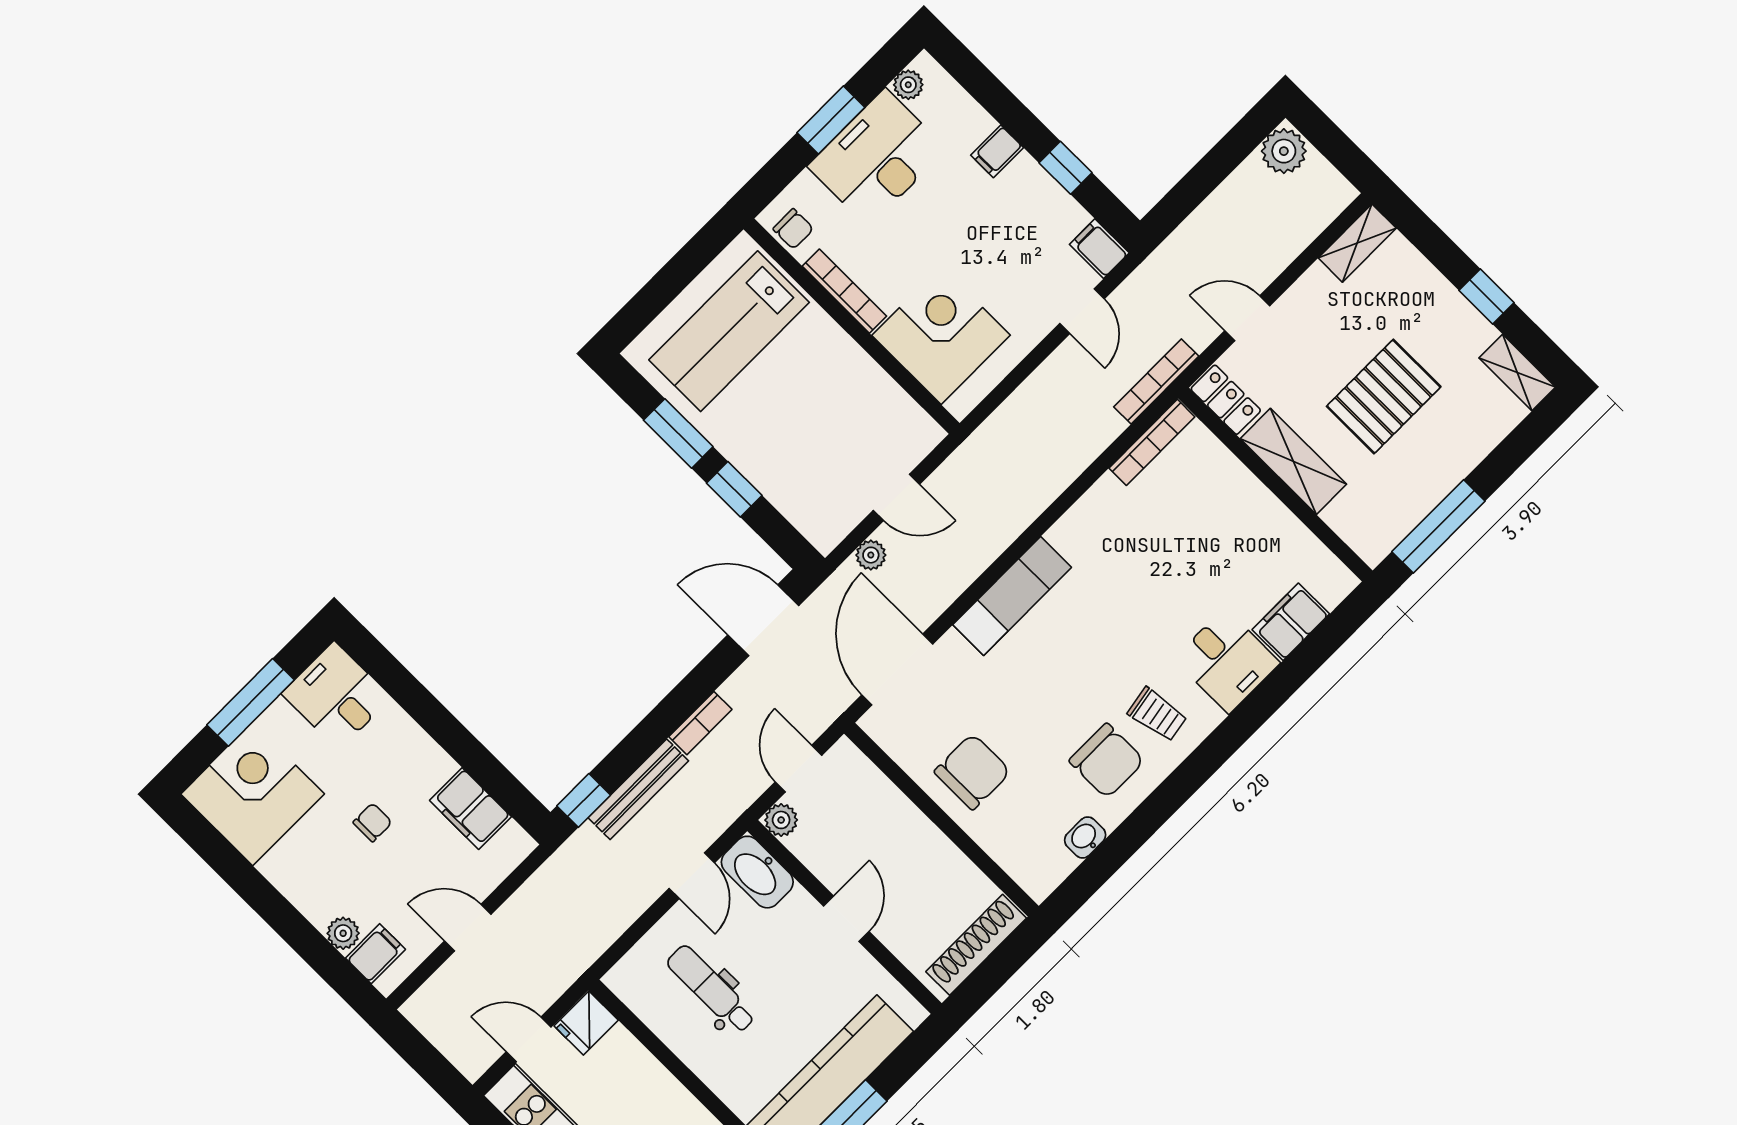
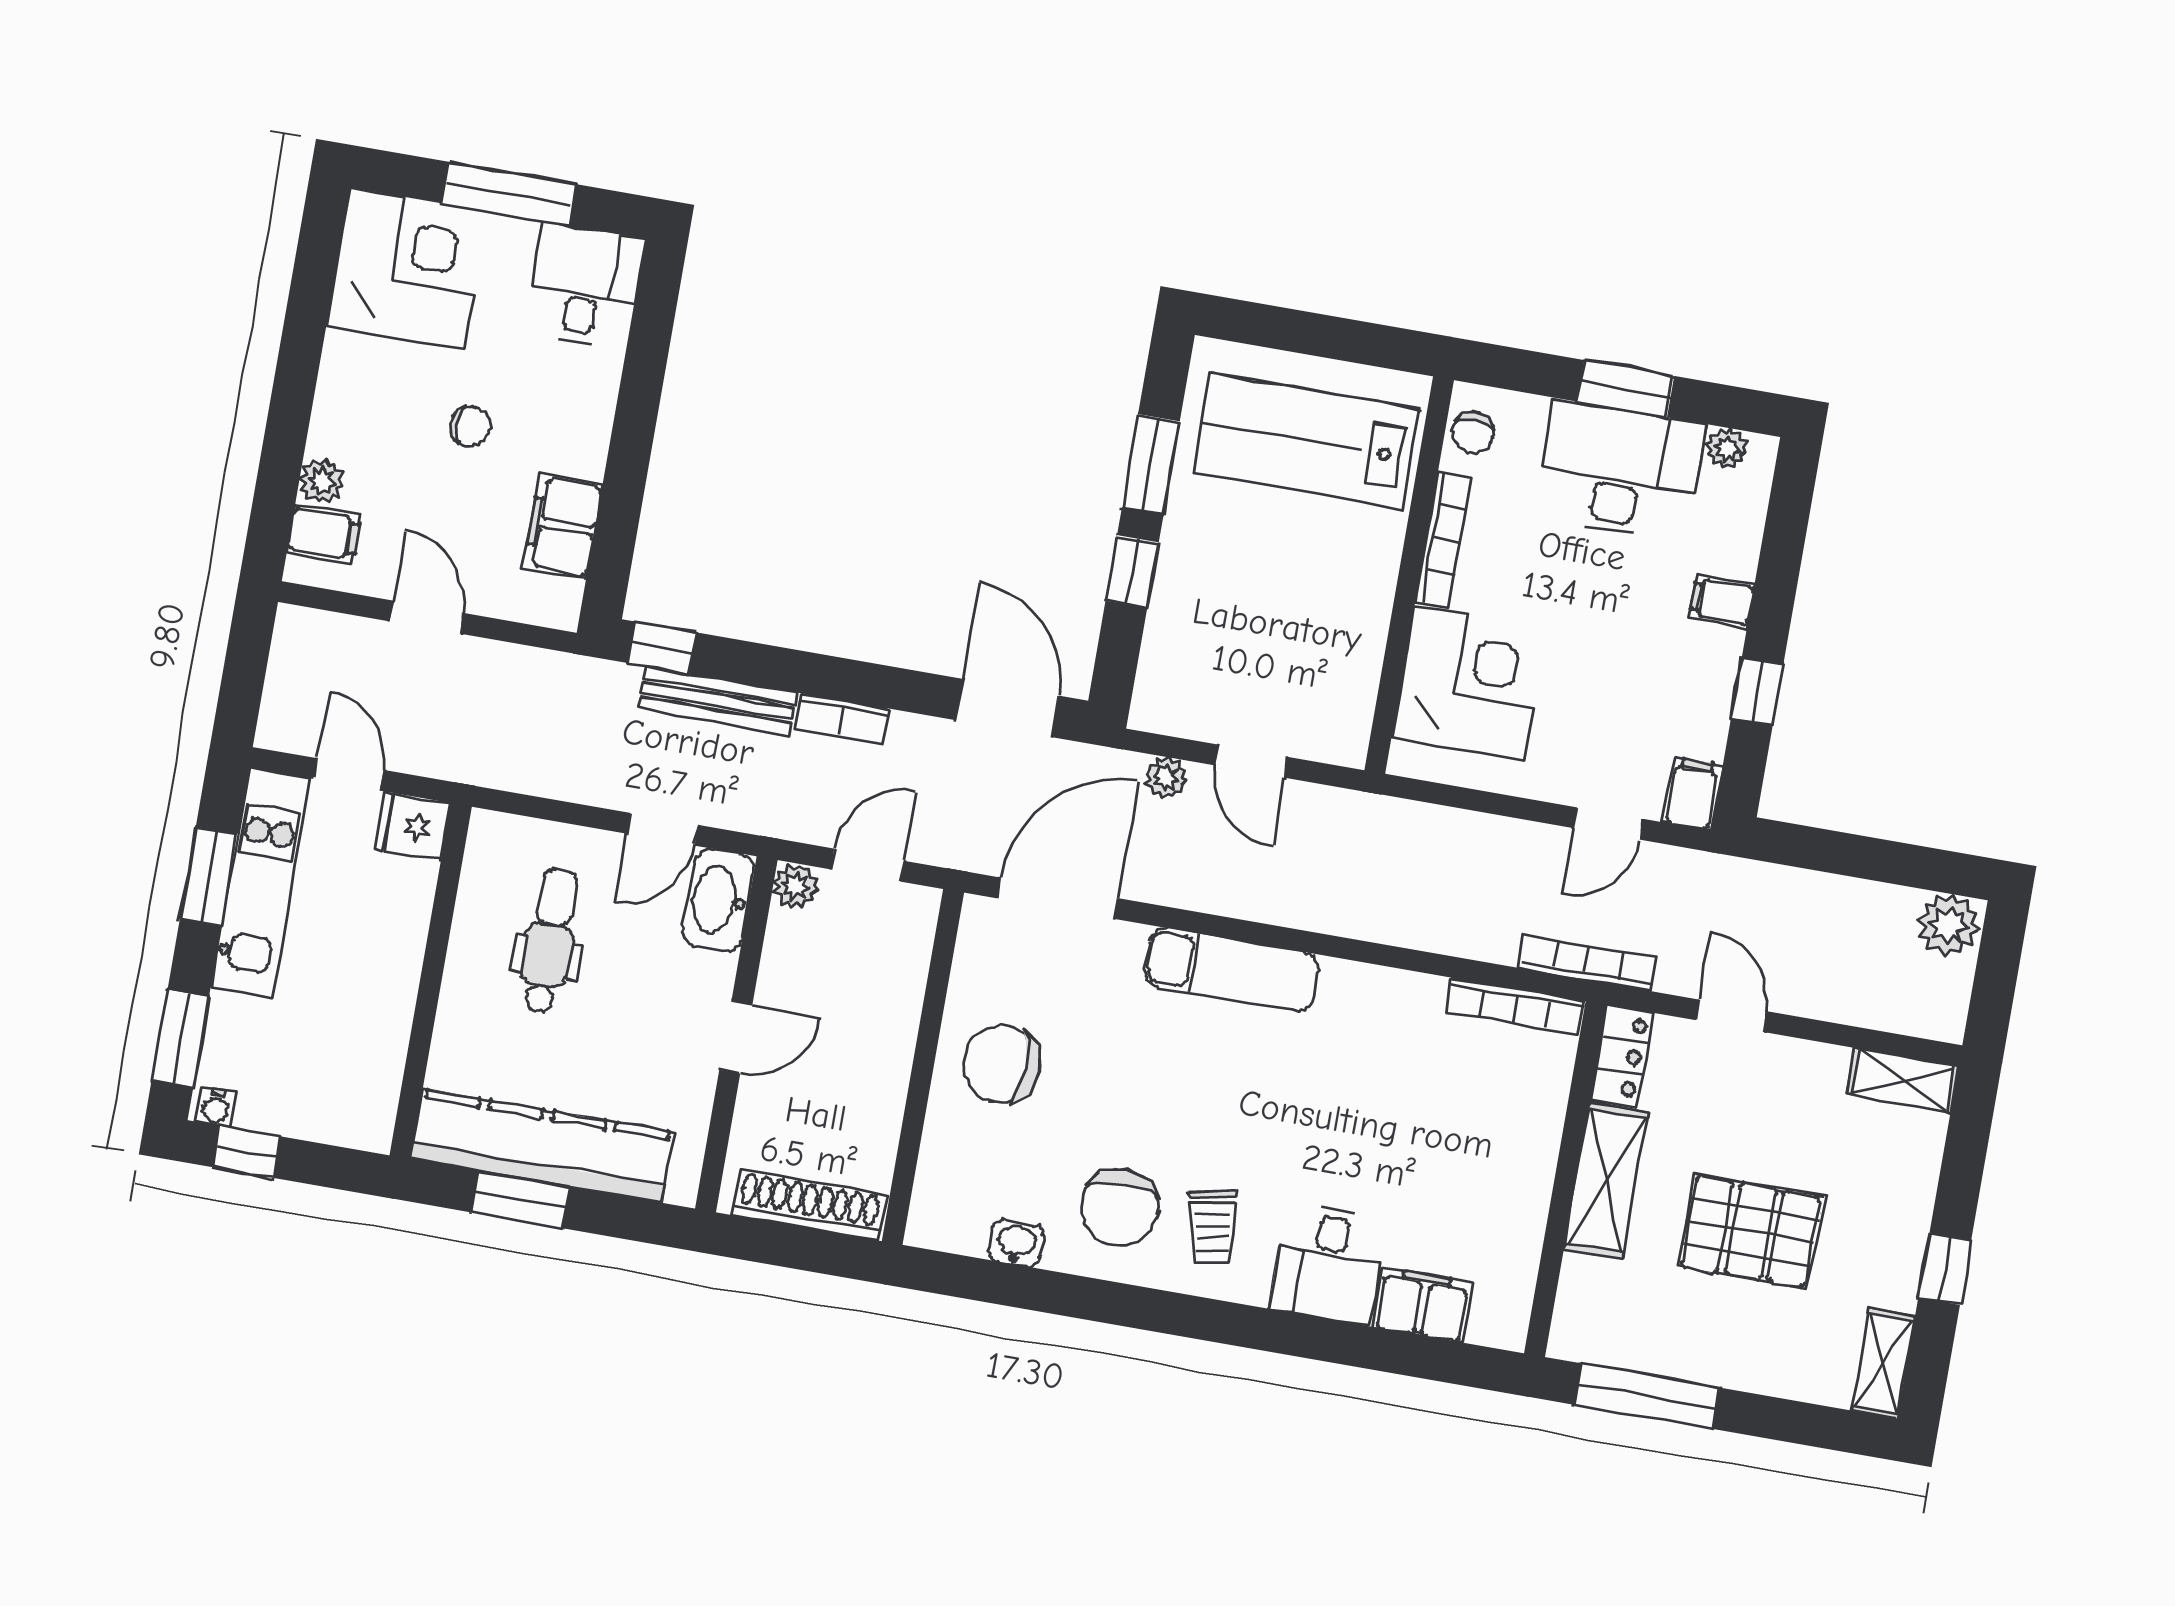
chair: (972, 772) -> (1002, 1064), turned 180

